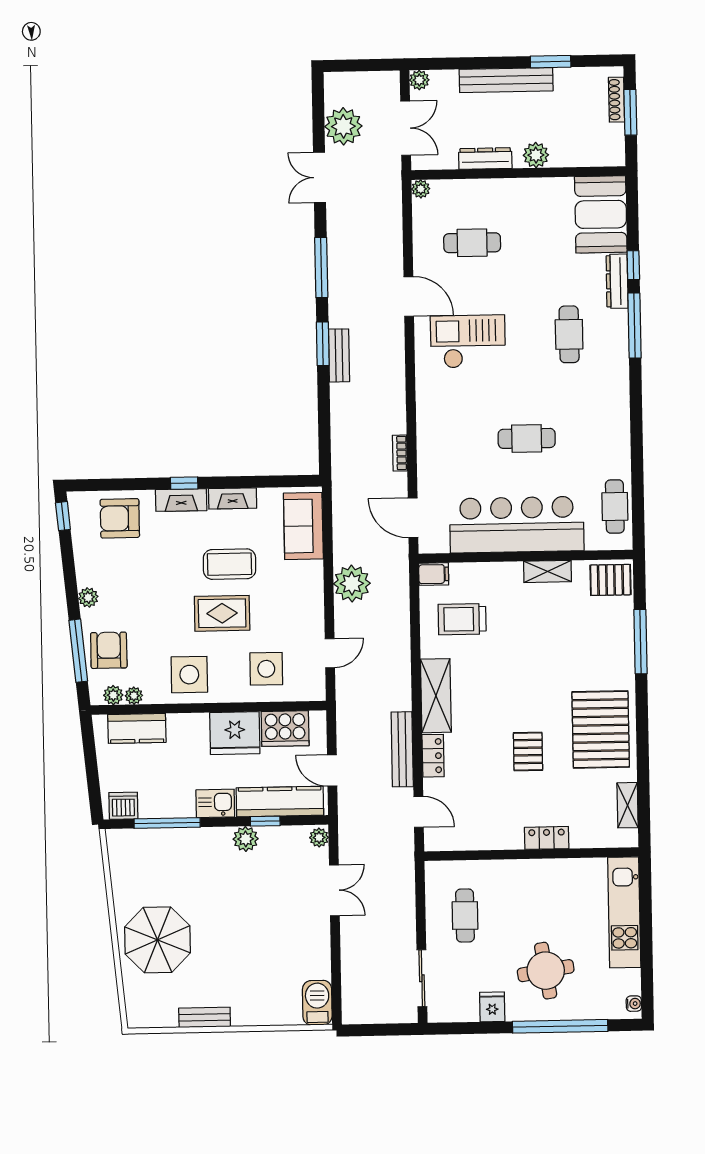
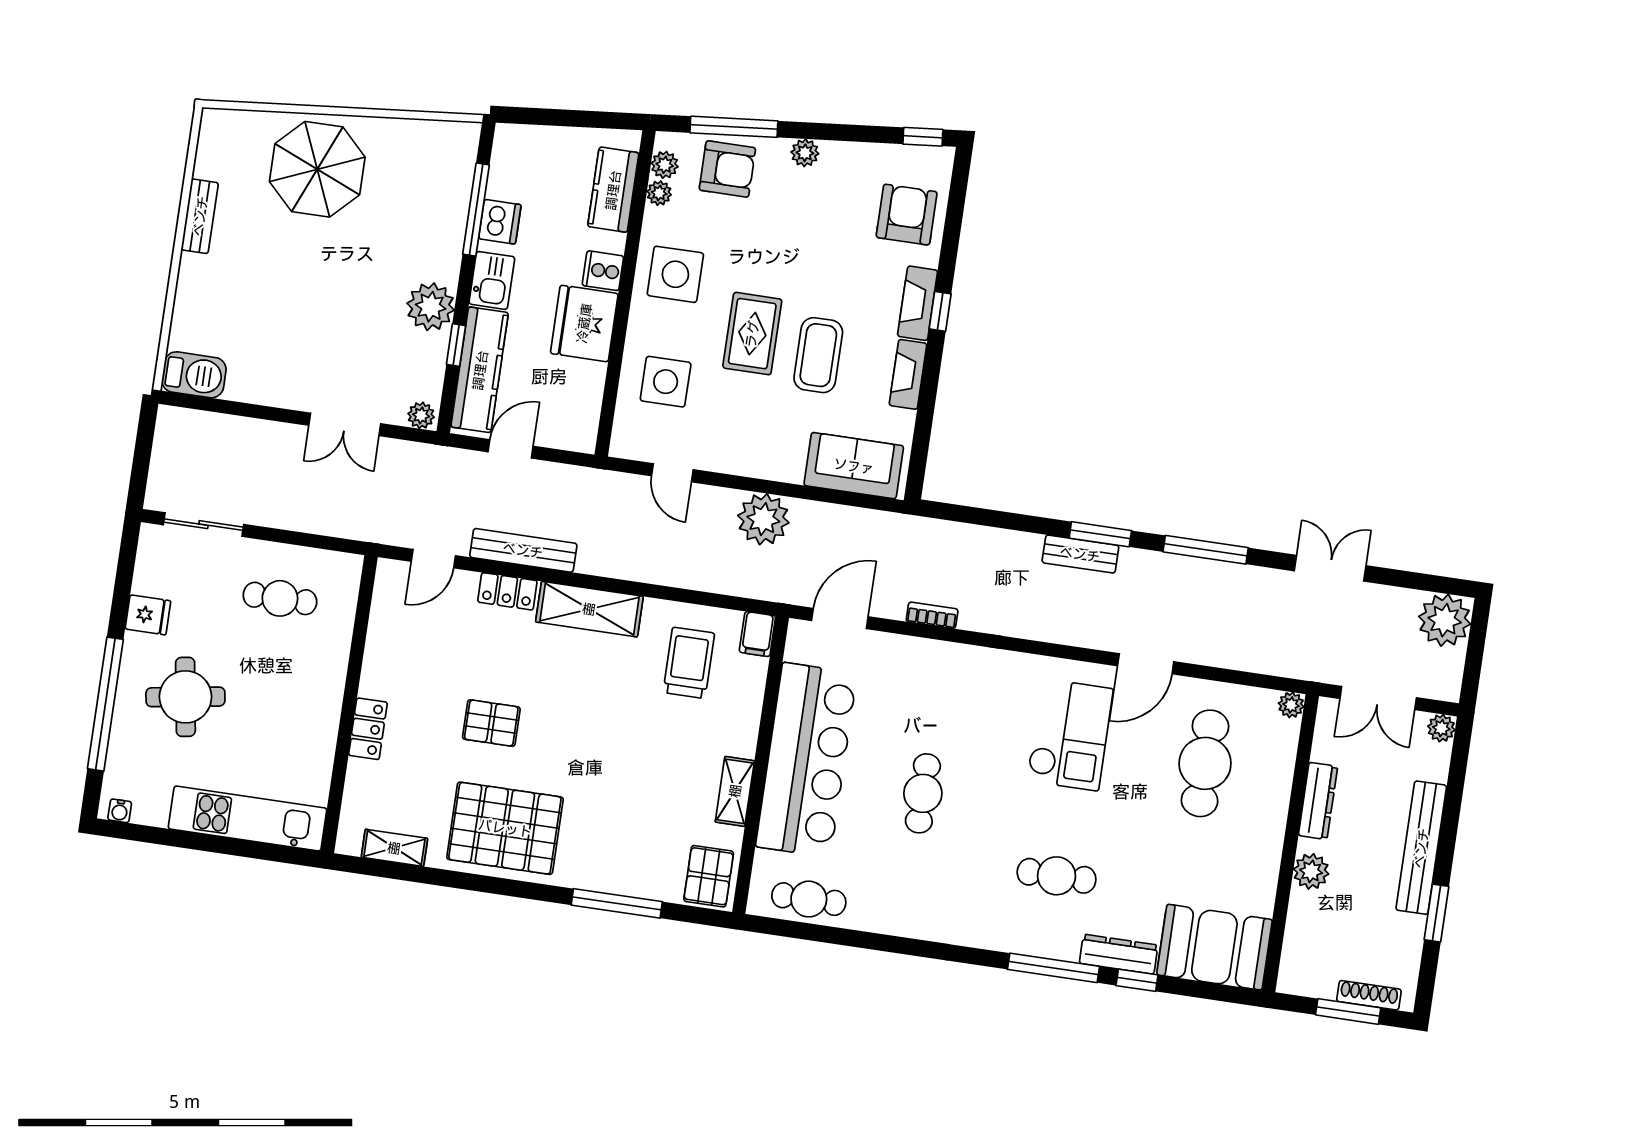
plant: (343, 126) -> (1445, 620), moved
cafe table: (472, 243) -> (1205, 763), width x1.37, depth x1.35
cooker: (285, 729) -> (603, 271), moved, width x0.53, depth x0.76
dishwasher: (123, 806) -> (500, 222), moved
plant: (246, 839) -> (431, 307), width x1.36, depth x1.36

